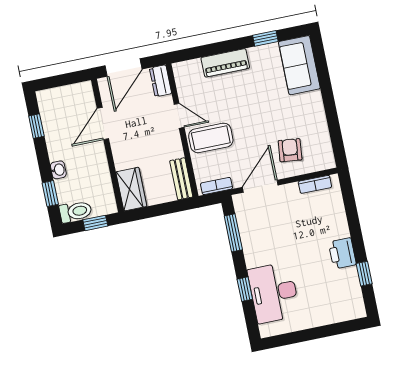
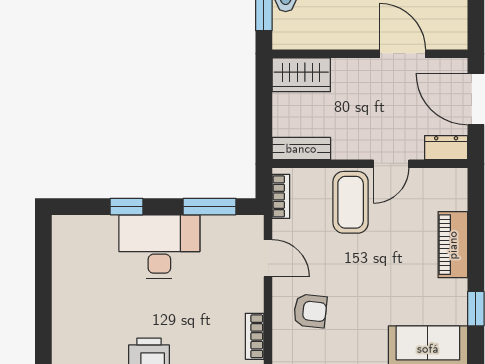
door: (260, 186) -> (268, 258), width x0.73
desk: (274, 293) -> (159, 247), moved

